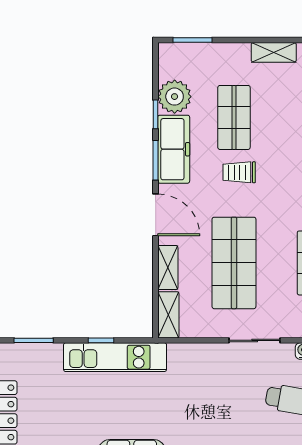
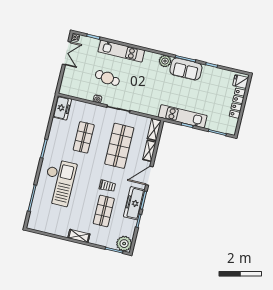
plant: (175, 97) -> (124, 244), moved
door: (156, 215) -> (149, 176), hinge flipped

